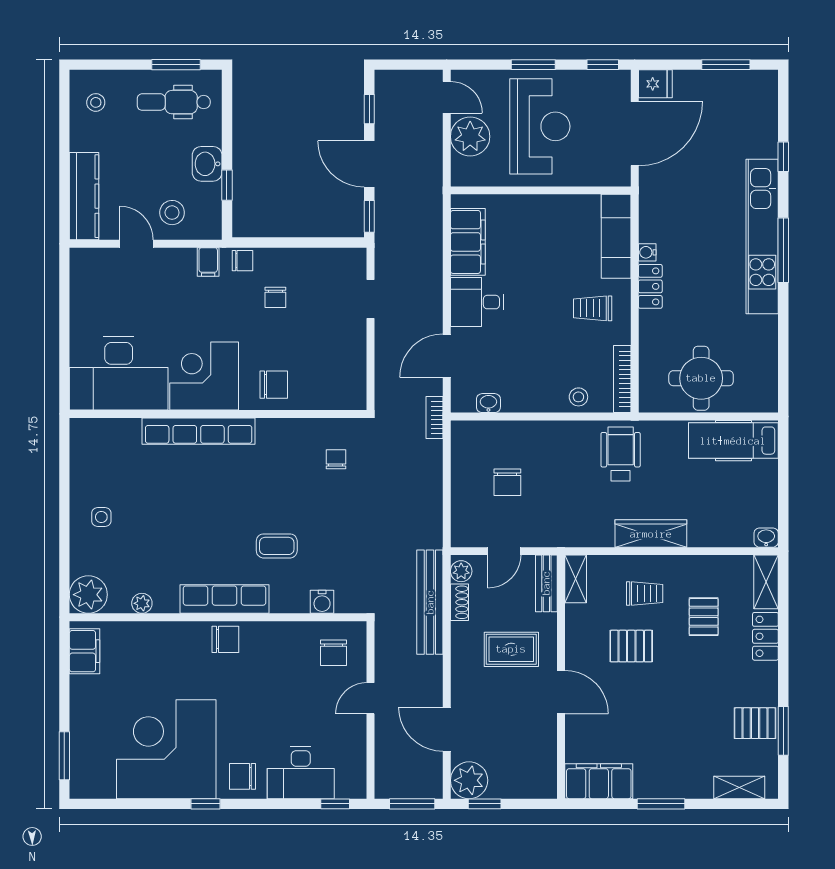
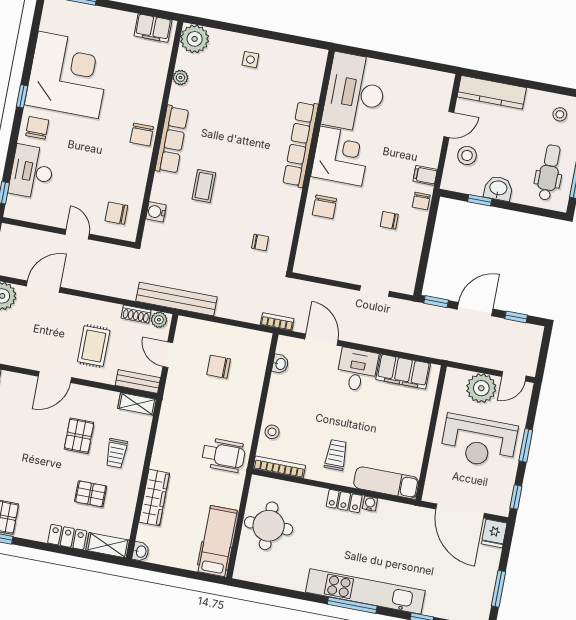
wardrobe: (651, 534) -> (154, 498), moved
bench: (430, 602) -> (176, 299), moved

